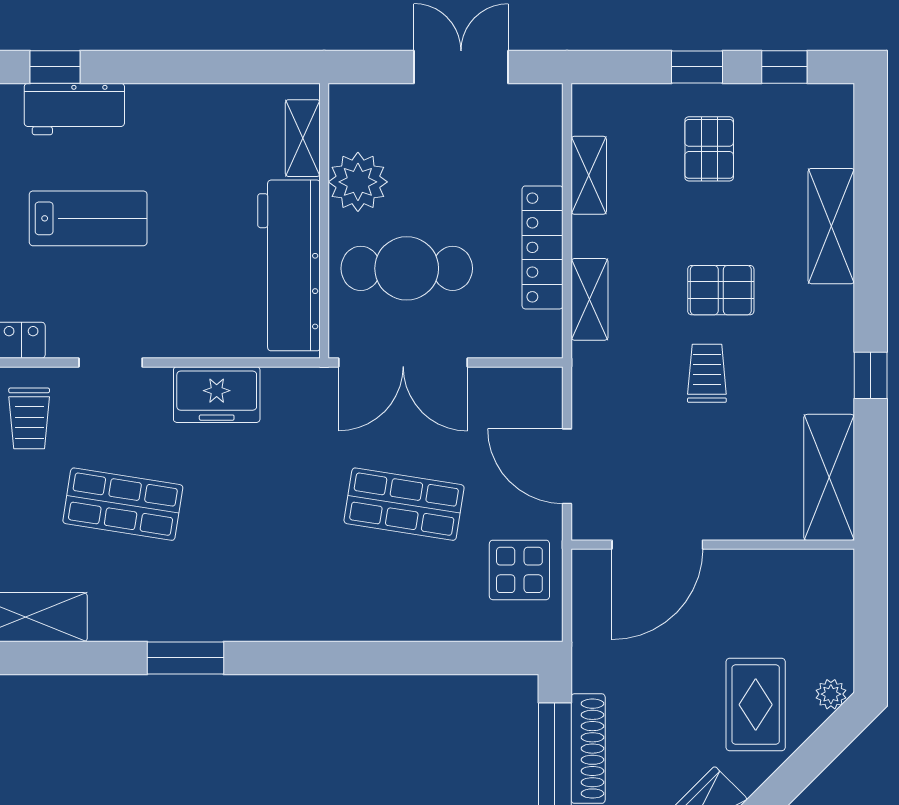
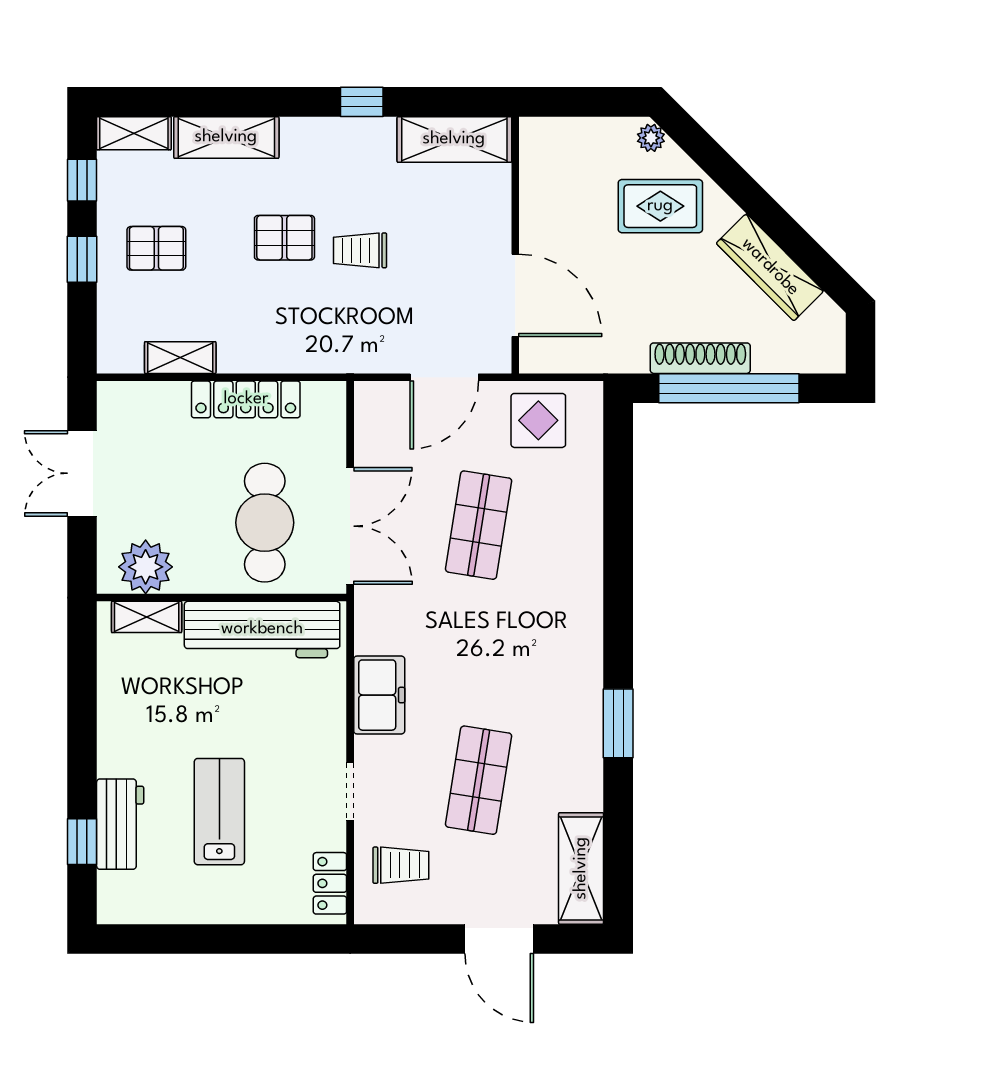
plant: (358, 182) -> (146, 567), moved
pallet: (721, 290) -> (284, 238), turned 90
shelving: (590, 299) -> (134, 133), moved

